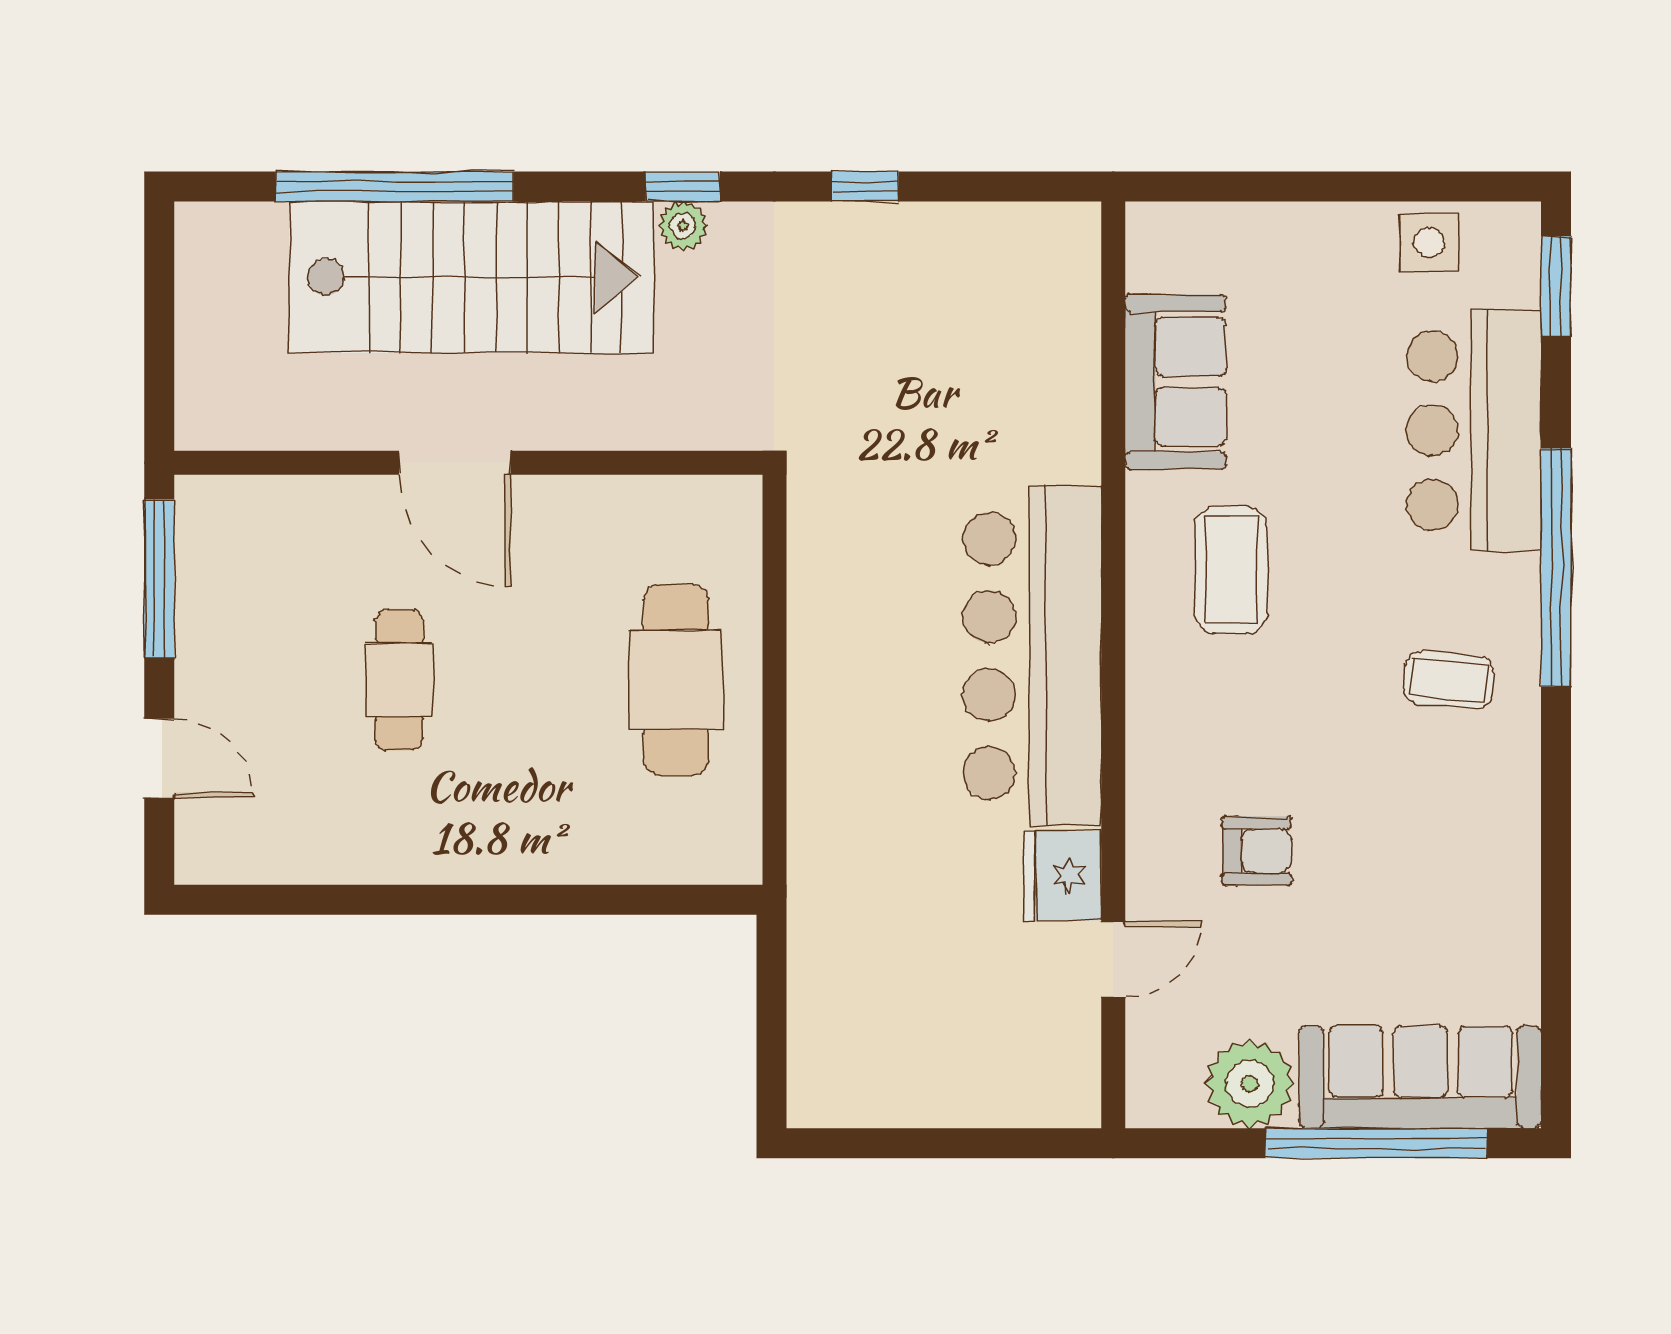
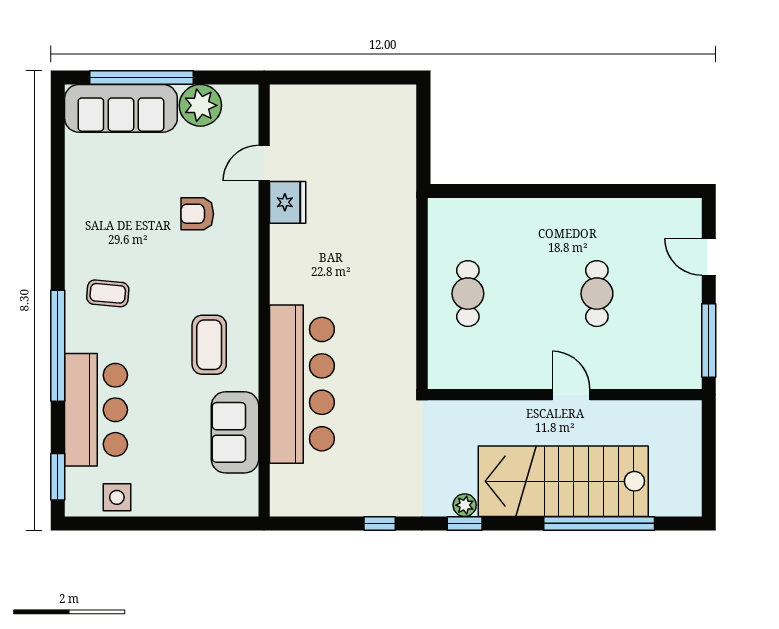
door: (455, 463) -> (571, 395), width x0.73
bar counter: (1032, 656) -> (302, 384), moved
cafe table: (676, 680) -> (468, 294), width x0.73, depth x0.74

